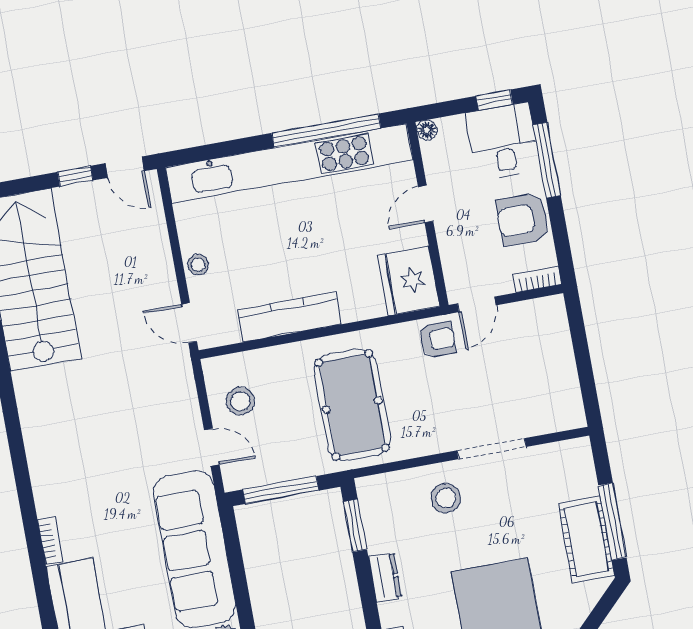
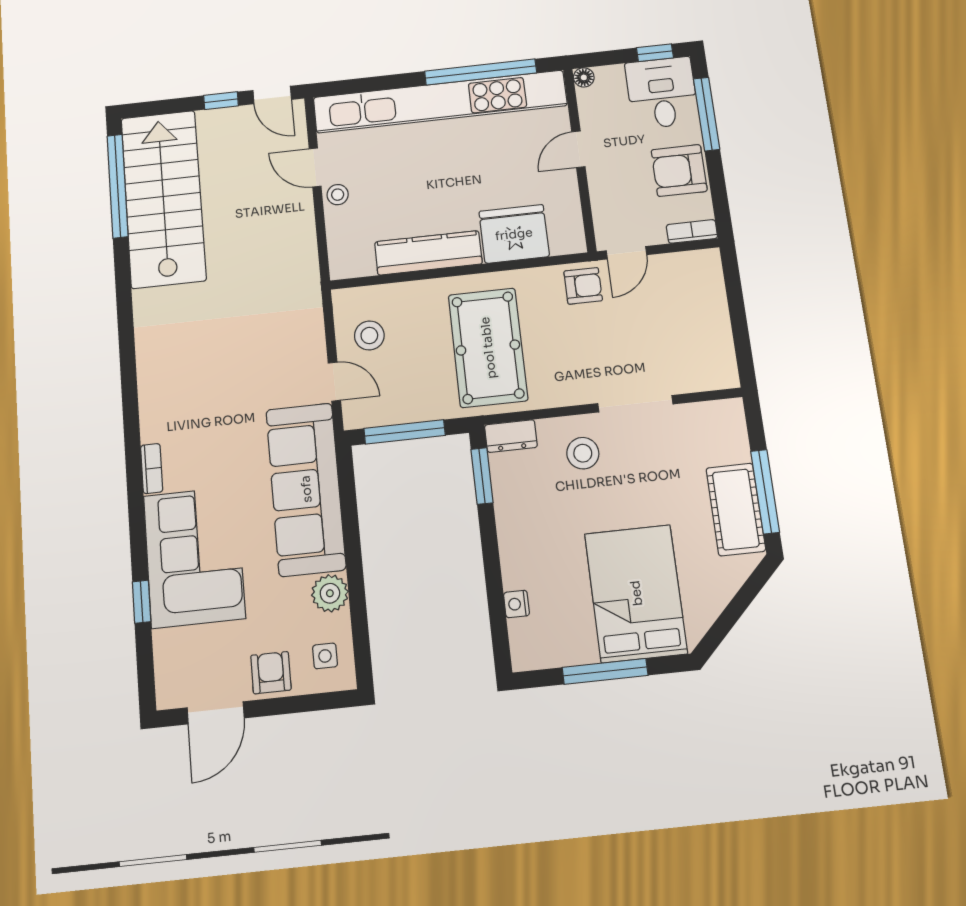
fridge: (409, 281) -> (514, 234), moved, turned 90
door: (189, 323) -> (315, 168), moved
dresser: (385, 577) -> (511, 436), moved, turned 90

